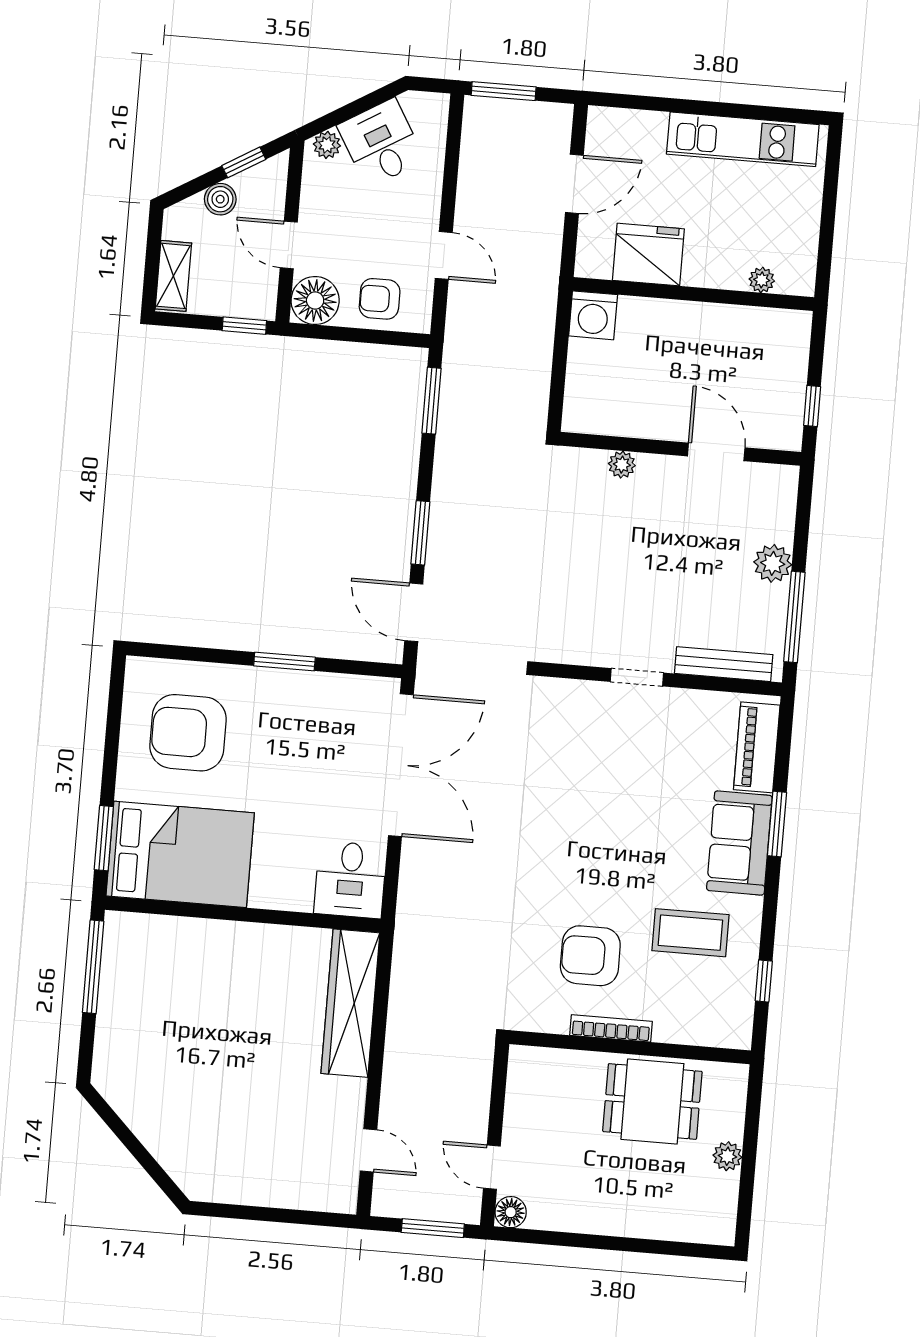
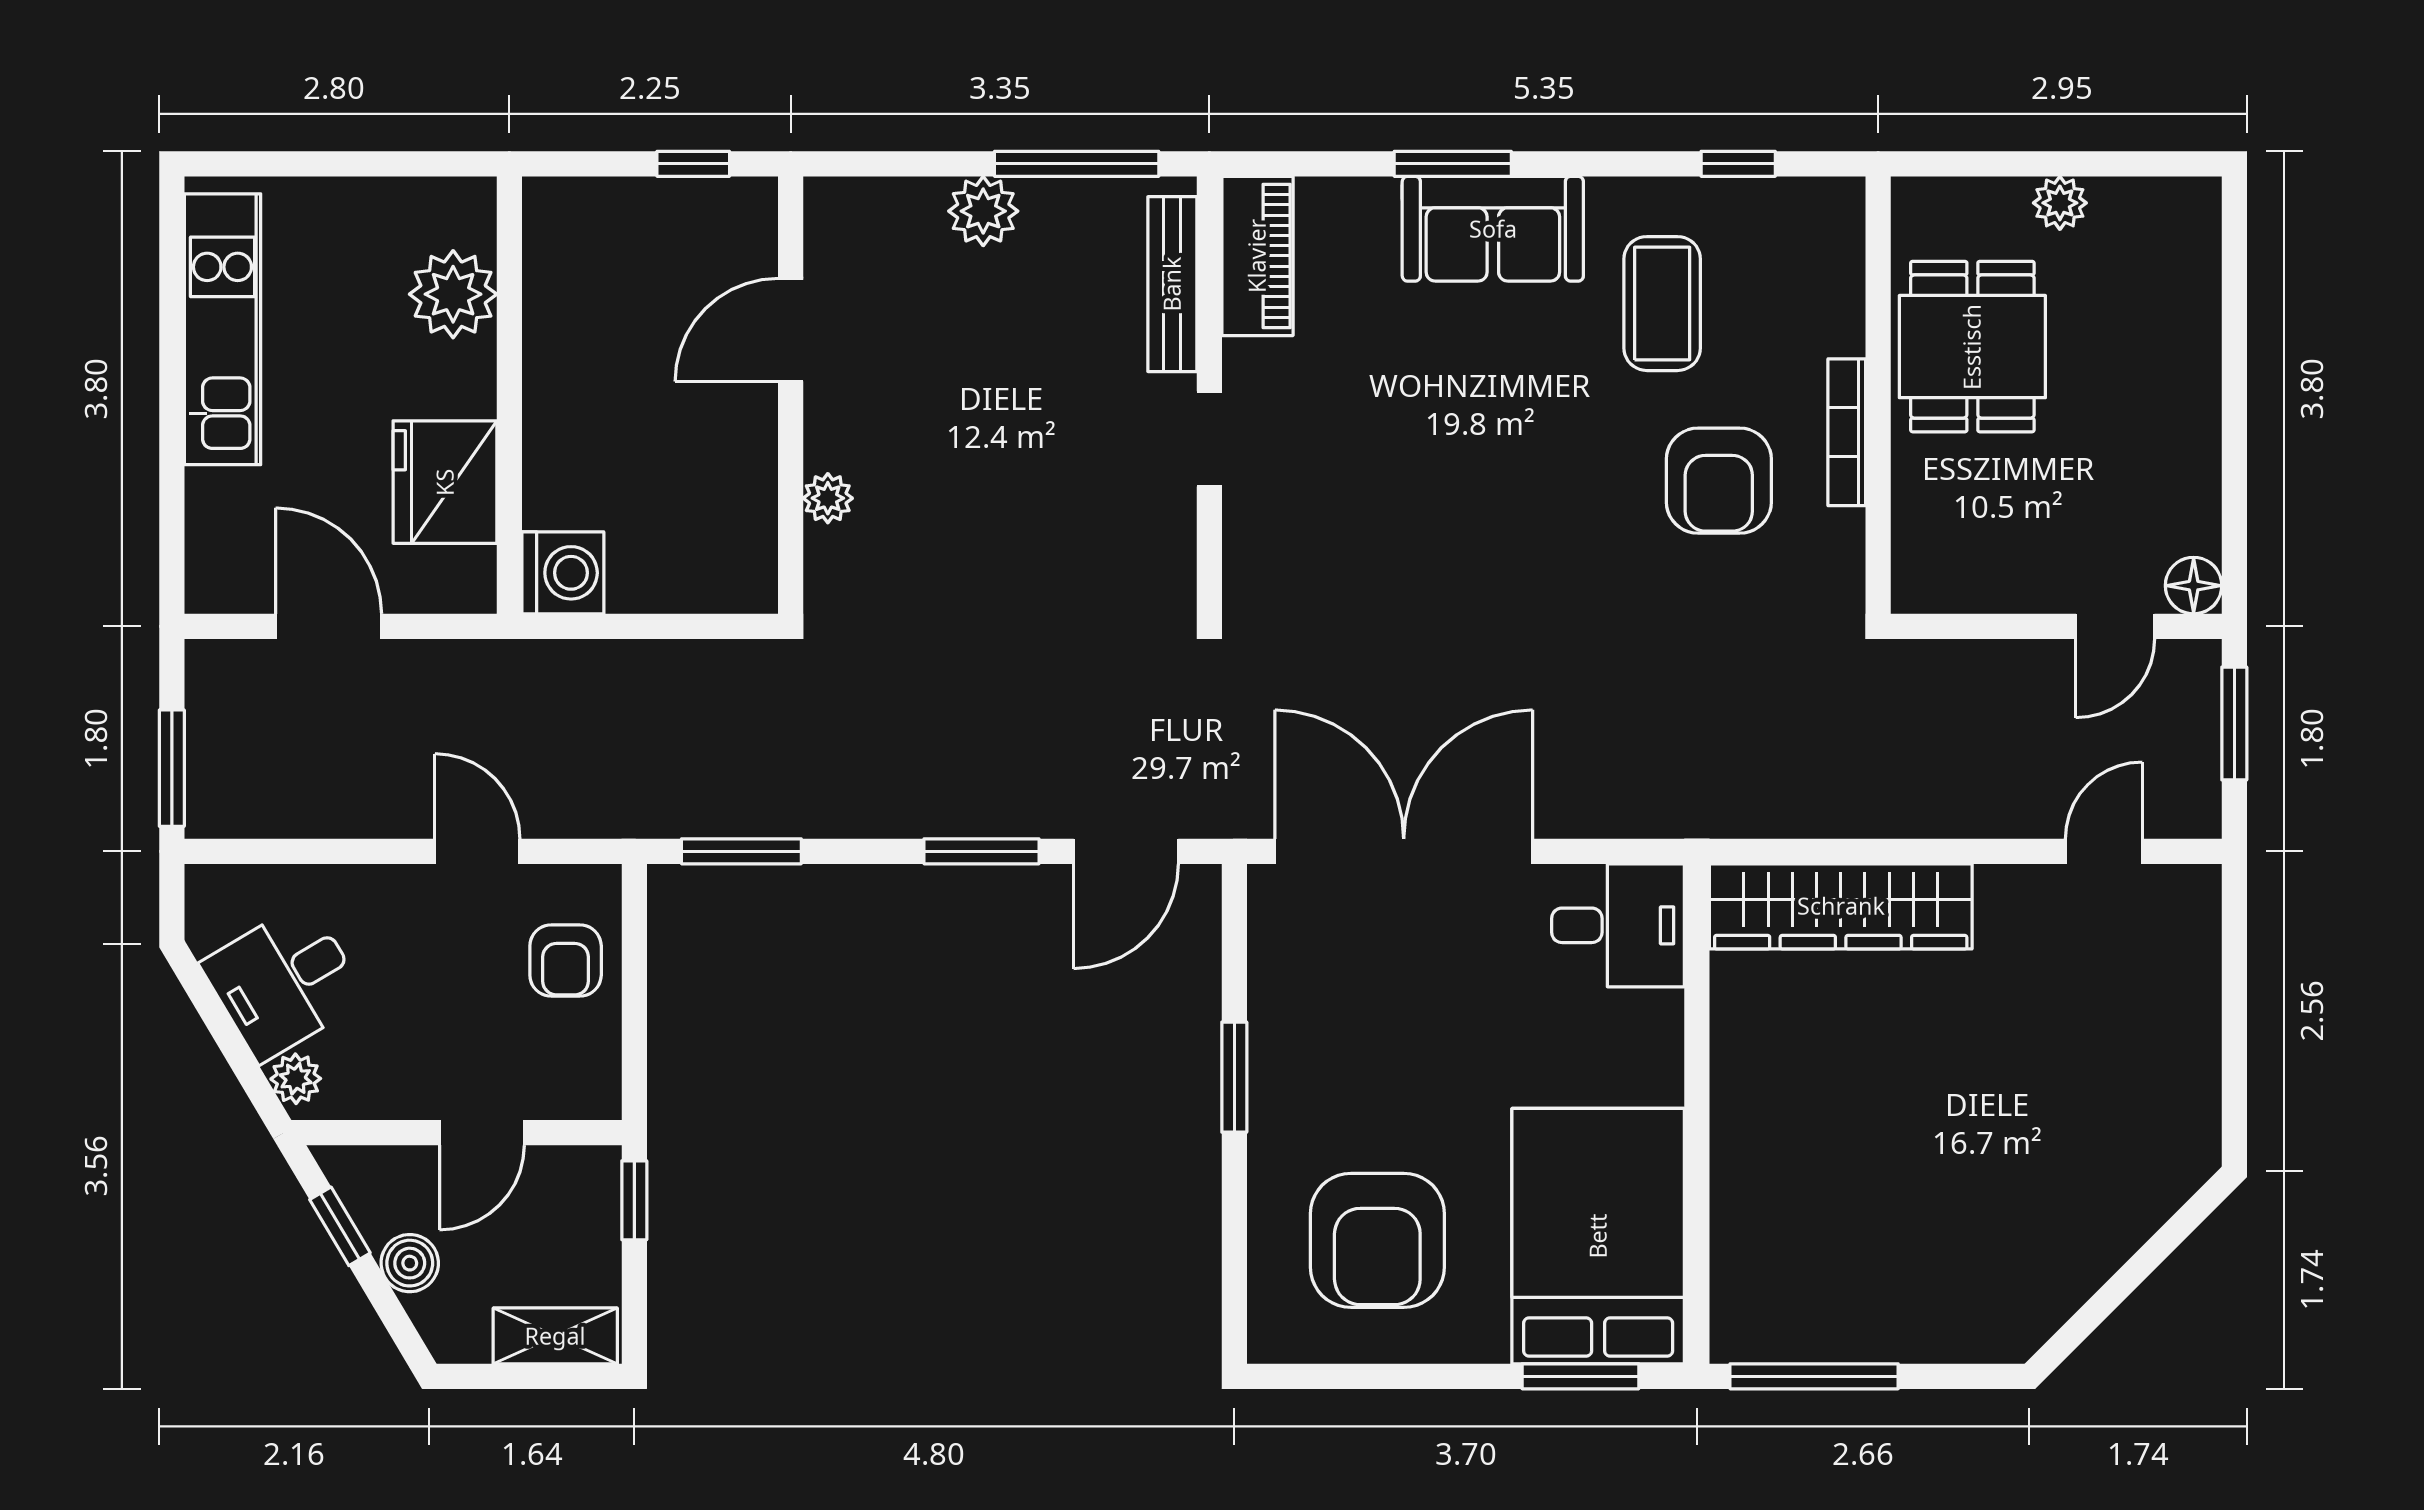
door: (444, 255) -> (477, 851), hinge flipped
plant: (762, 280) -> (453, 294), width x1.88, depth x1.88
floor lamp: (315, 301) -> (578, 1077), removed
piano: (757, 747) -> (1257, 256), moved, turned -90

